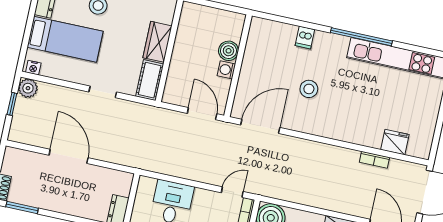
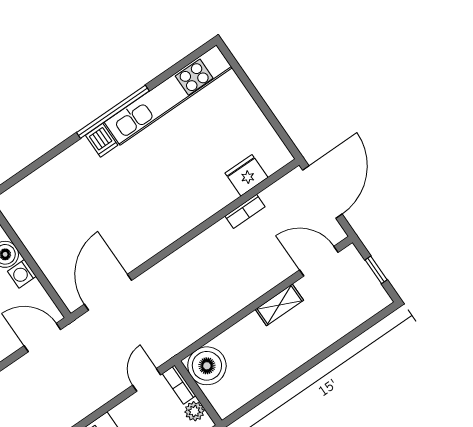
dishwasher: (305, 37) -> (102, 140), moved
stool: (309, 89) -> (116, 211), removed

